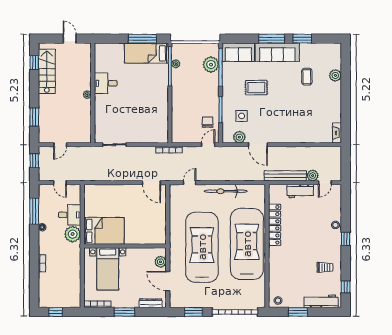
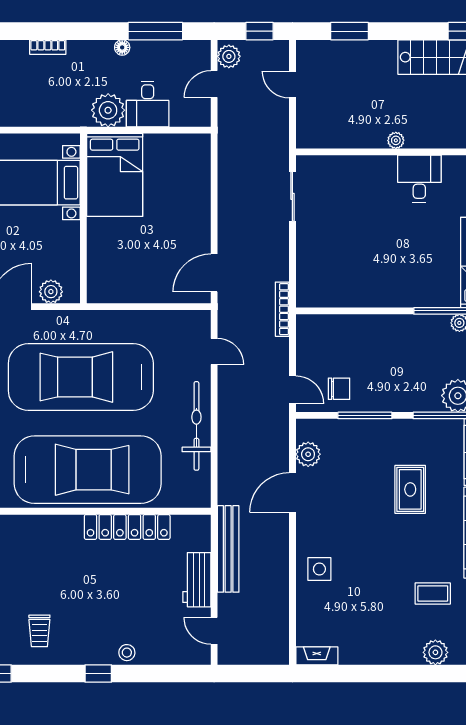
side table: (242, 116) -> (319, 569), moved
plant: (313, 176) -> (229, 56), moved
car: (202, 247) -> (81, 377), turned 180

